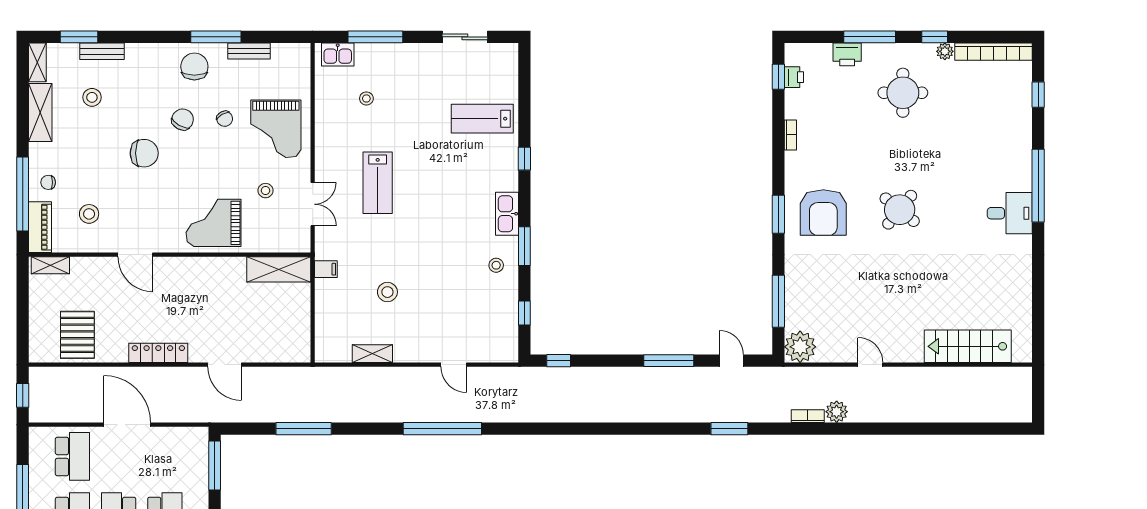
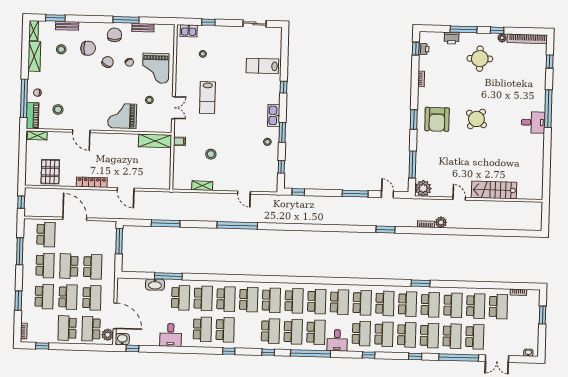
window: (375, 37) -> (208, 22), width x0.46
chair: (144, 153) -> (88, 48), moved
stairs: (968, 346) -> (494, 190), moved

